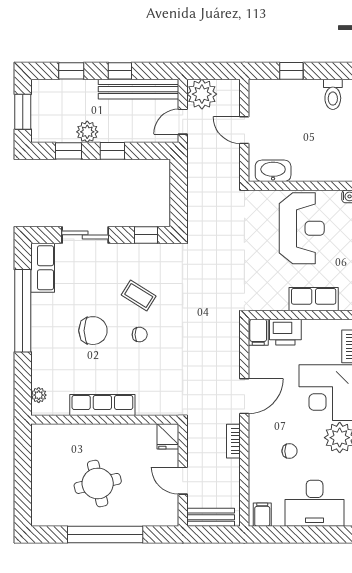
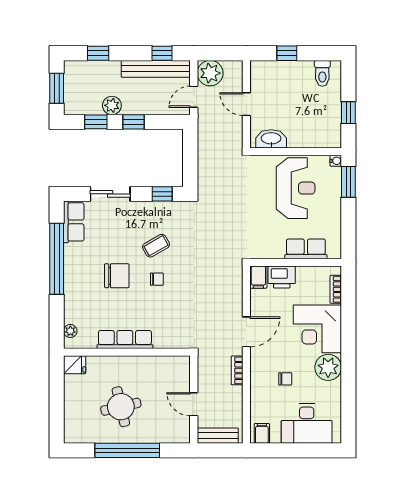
window: (120, 71) -> (162, 53), moved
coffee table: (139, 296) -> (156, 246), turned -62
fridge: (168, 436) -> (75, 365), moved, turned -90

